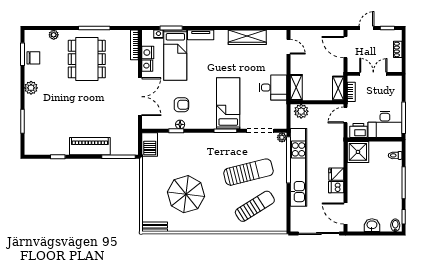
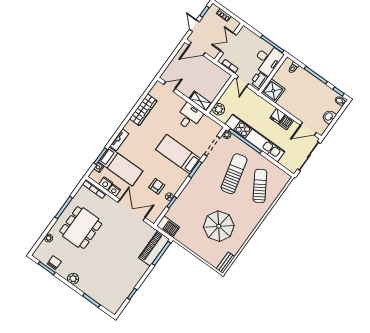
dining table: (87, 59) -> (81, 228), turned 90
shelving: (338, 88) -> (221, 73), removed
piano: (90, 146) -> (154, 249), moved

